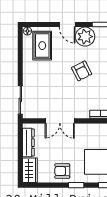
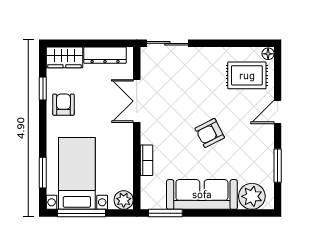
plant: (85, 37) -> (260, 138), removed
window: (76, 185) -> (43, 88), moved

